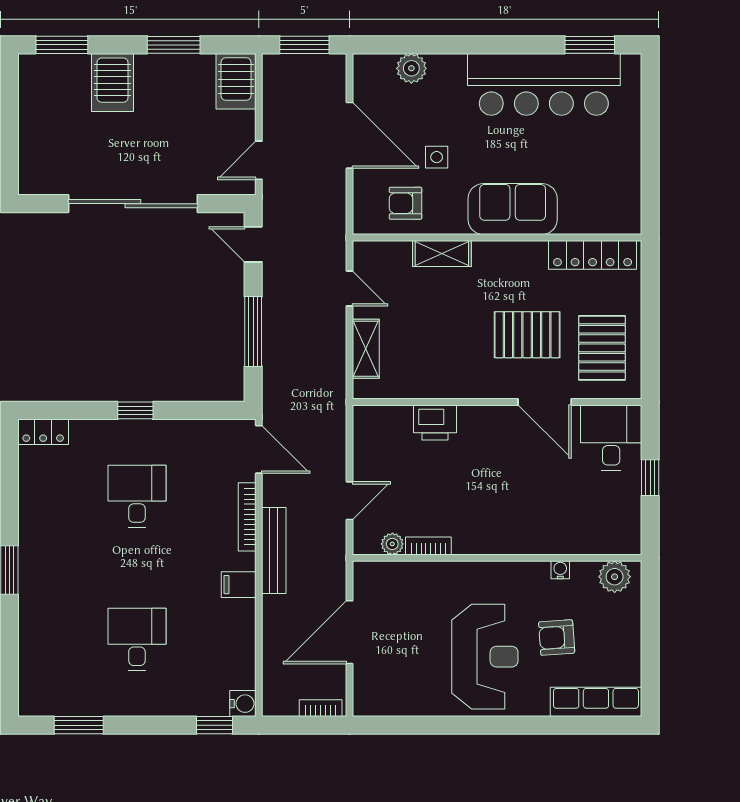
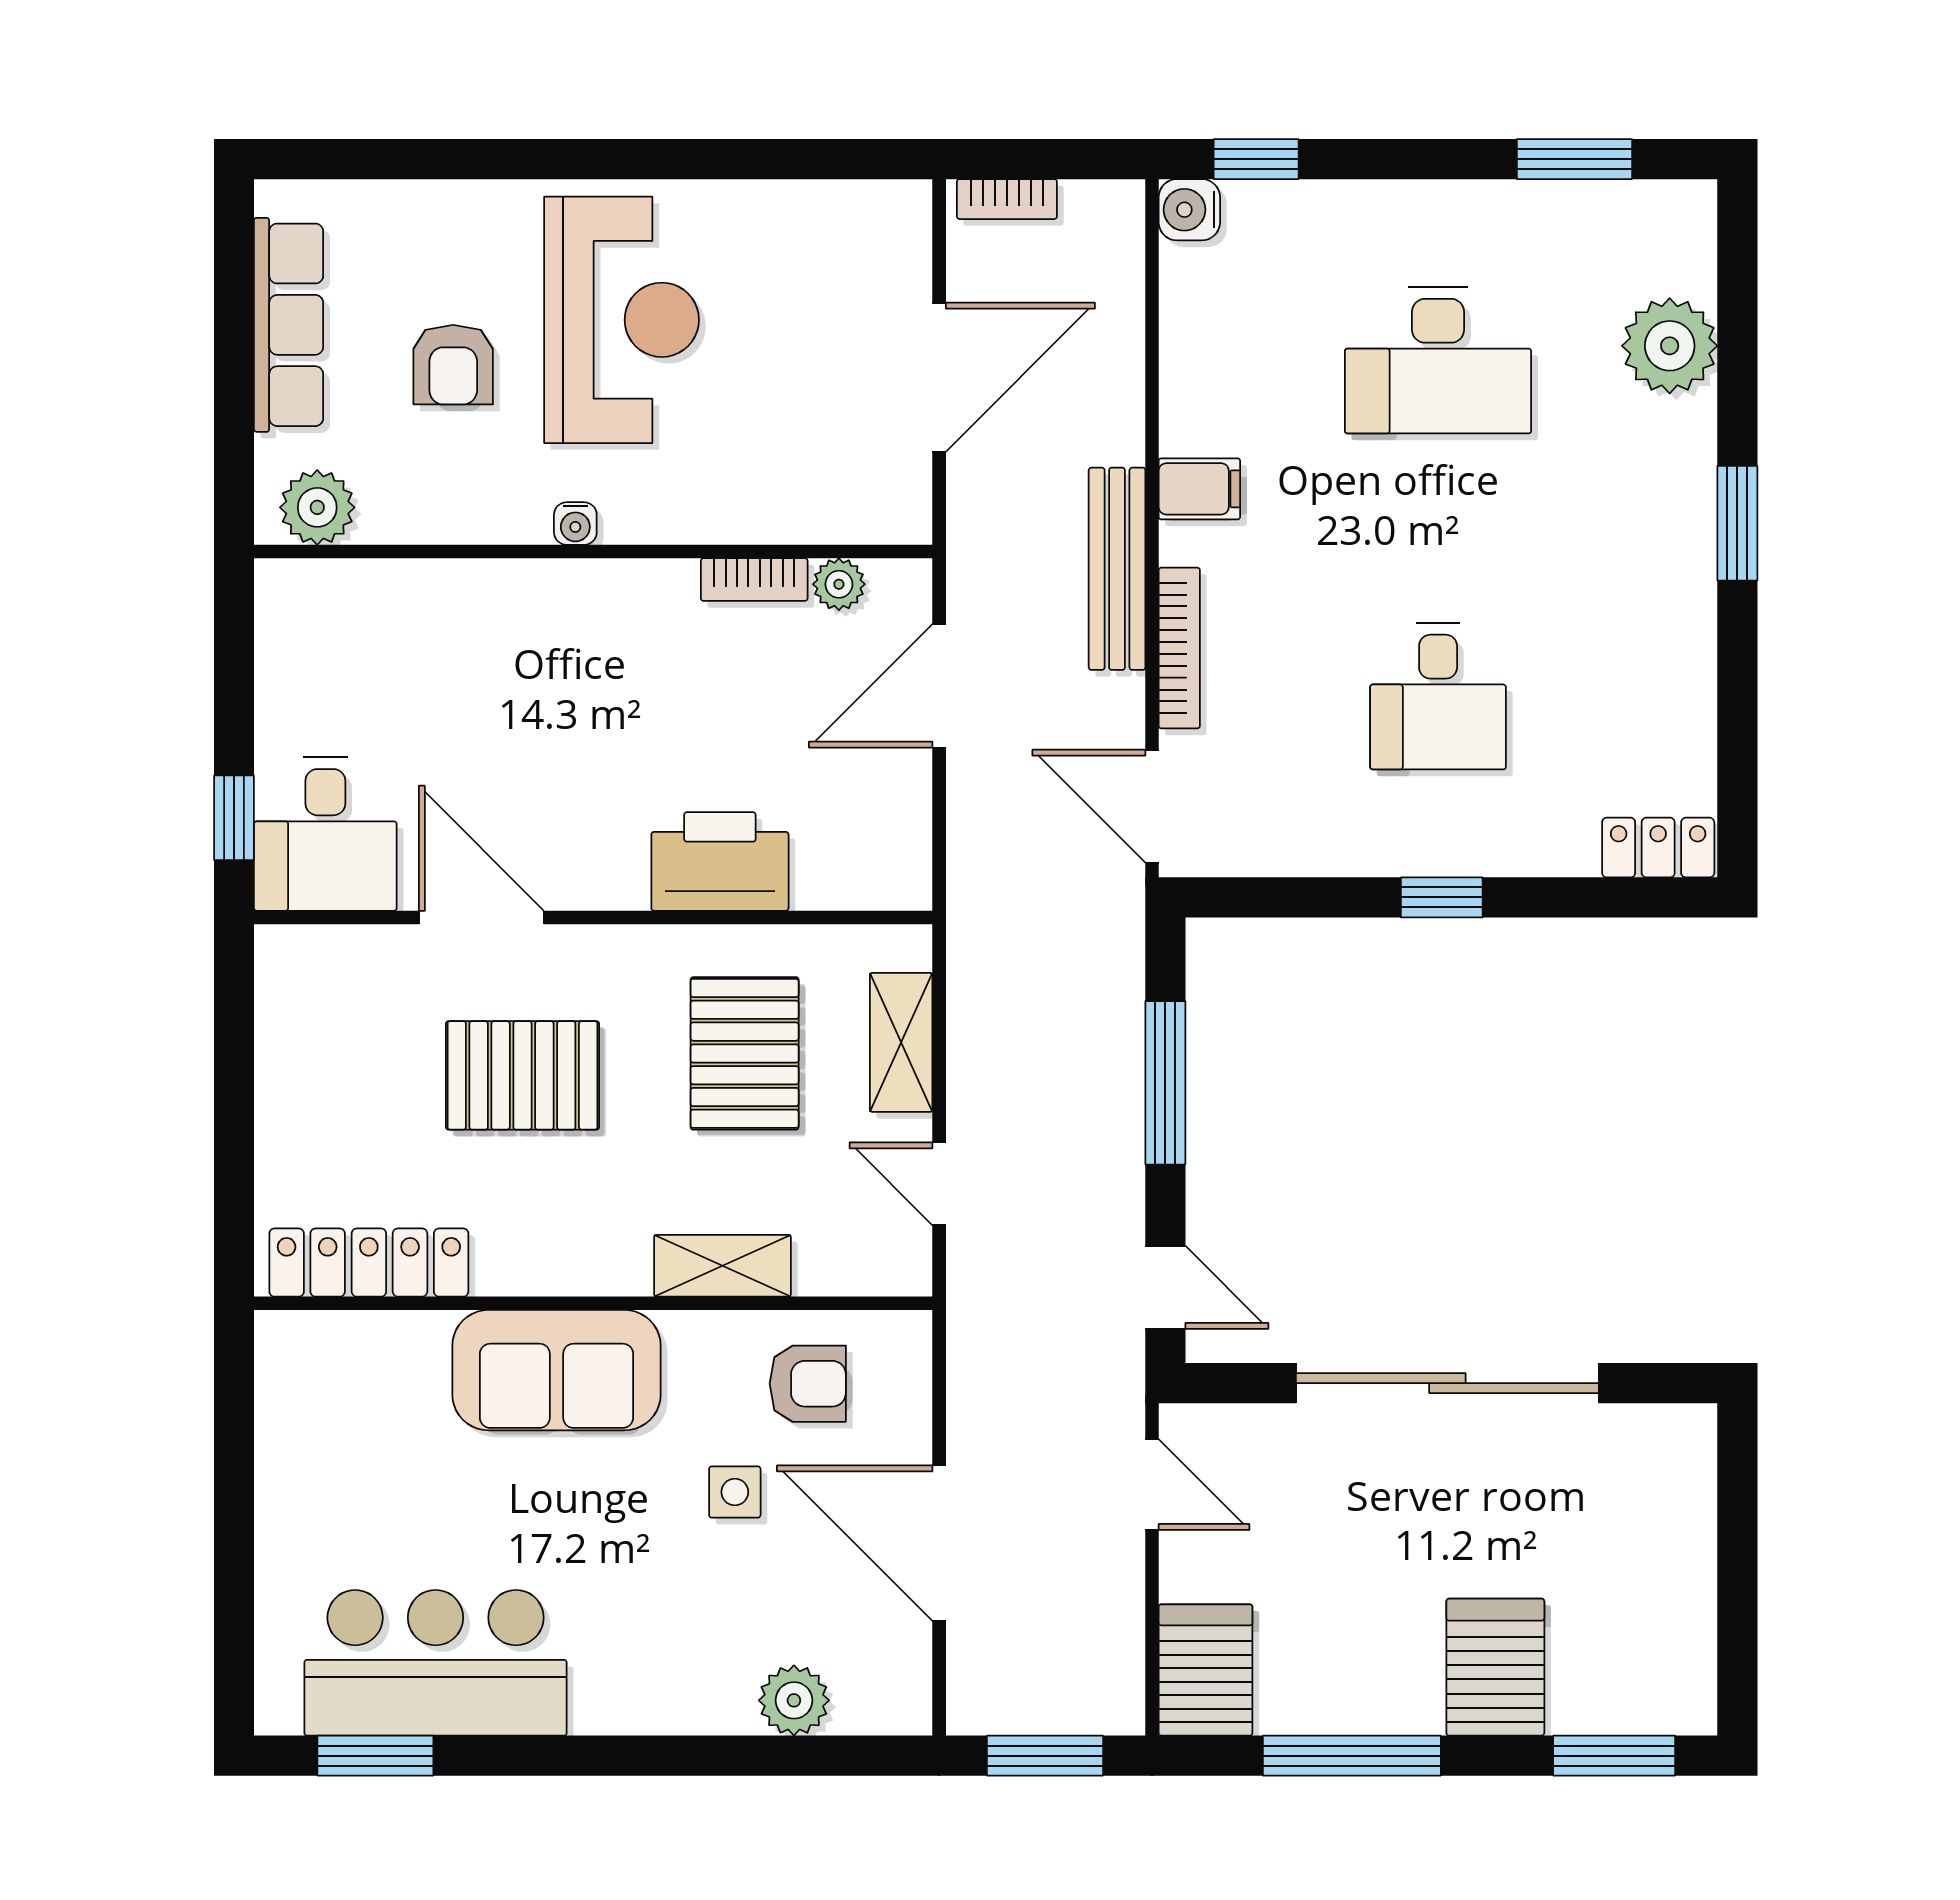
window: (174, 45) -> (1352, 1756), width x1.44
bar counter: (544, 84) -> (436, 1663), width x0.73
door: (259, 160) -> (1152, 1485), hinge flipped
pallet: (602, 348) -> (745, 1053), moved
printer: (435, 422) -> (720, 861), width x1.37, depth x1.19
window: (650, 478) -> (234, 818), moved
door: (350, 501) -> (939, 686), width x1.38
water cooler: (560, 570) -> (575, 524), moved
armchair: (557, 637) -> (453, 365), turned 94
desk: (137, 639) -> (1438, 360), width x1.37
plant: (38, 646) -> (1670, 346), added
reception desk: (485, 657) -> (621, 320), turned 180
row of seats: (596, 702) -> (289, 325), moved, turned -90

